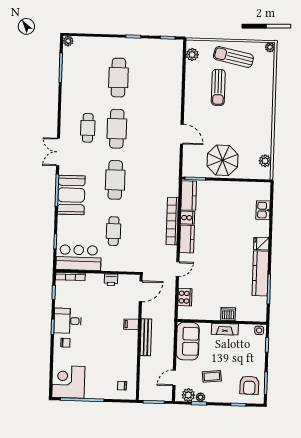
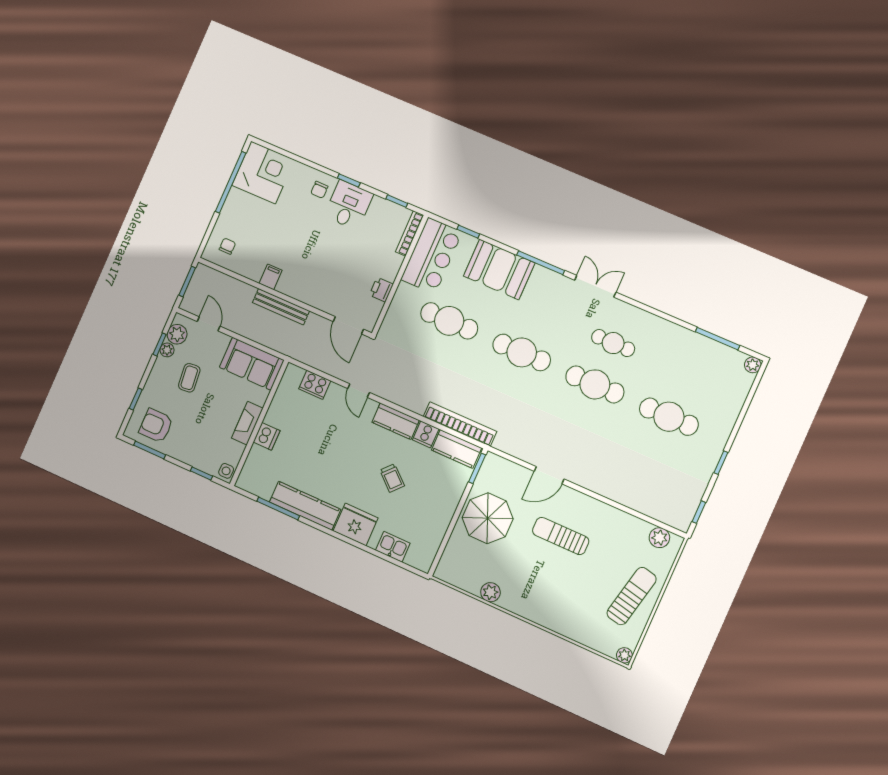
sun lounger: (218, 87) -> (561, 536), moved
plant: (265, 161) -> (490, 592), moved
booth: (71, 195) -> (499, 269), moved
bookcase: (172, 221) -> (460, 424), moved
trolley: (222, 227) -> (392, 478), added
cafe table: (114, 231) -> (449, 321), width x1.37, depth x1.35
fridge: (261, 244) -> (356, 524), width x1.88, depth x1.34
filing cabinet: (131, 324) -> (271, 277), moved

